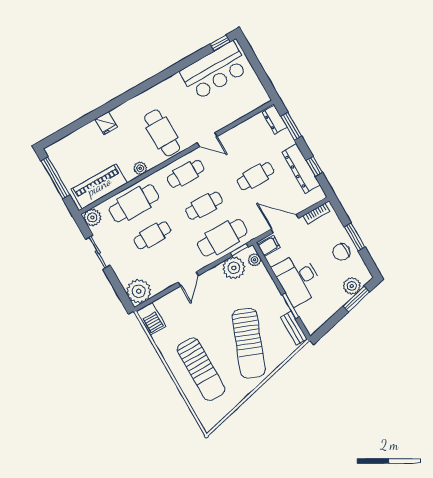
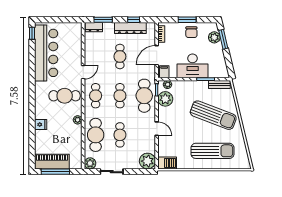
bar counter: (214, 71) -> (46, 53), width x1.36
piano: (99, 186) -> (52, 162), moved, turned 90

